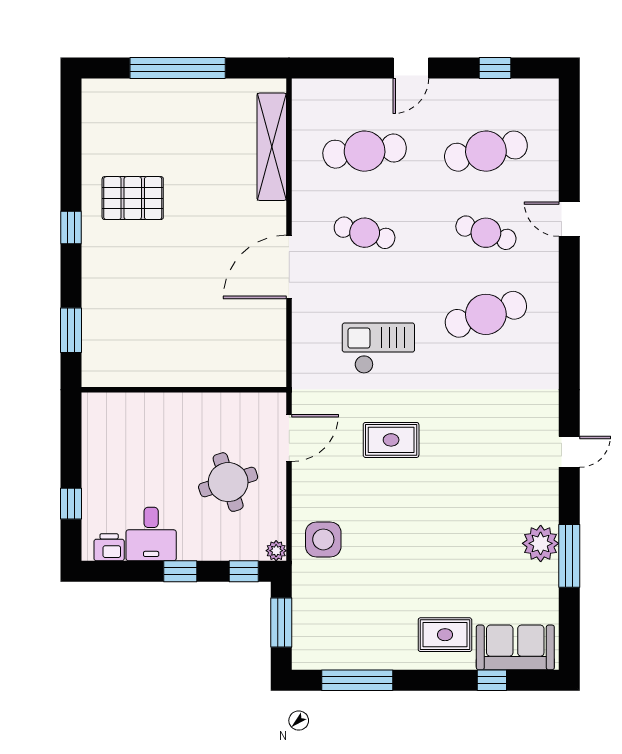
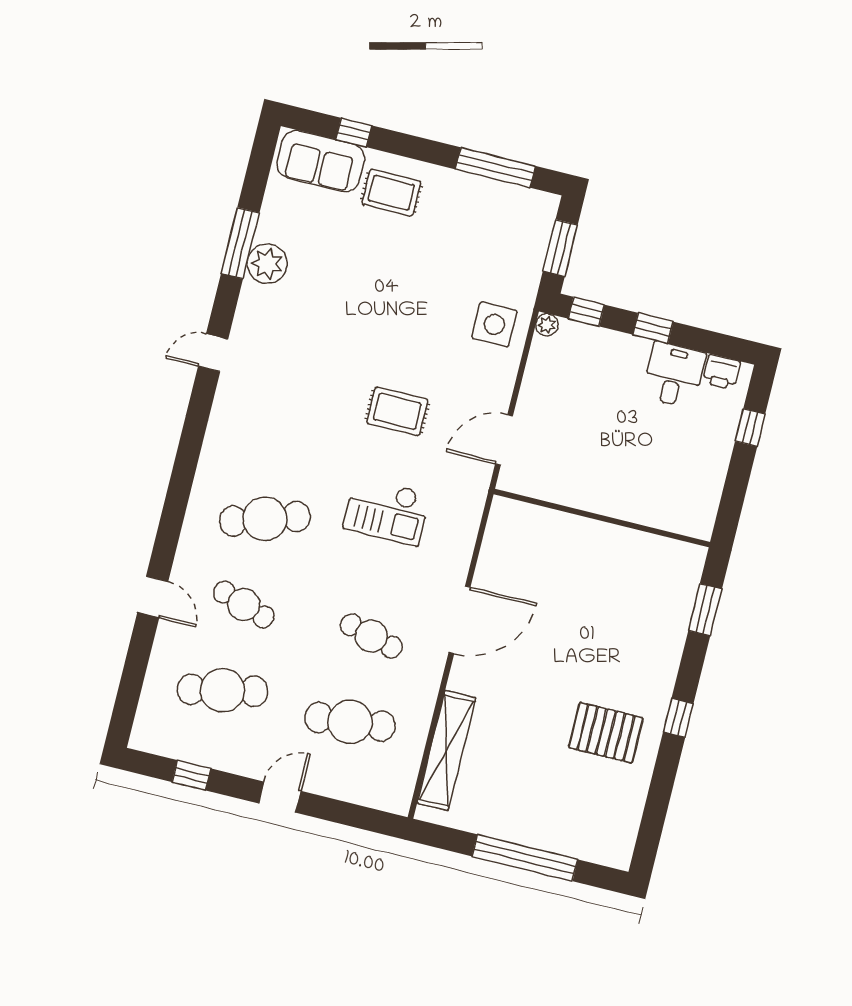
round table: (228, 482) -> (579, 409), removed

